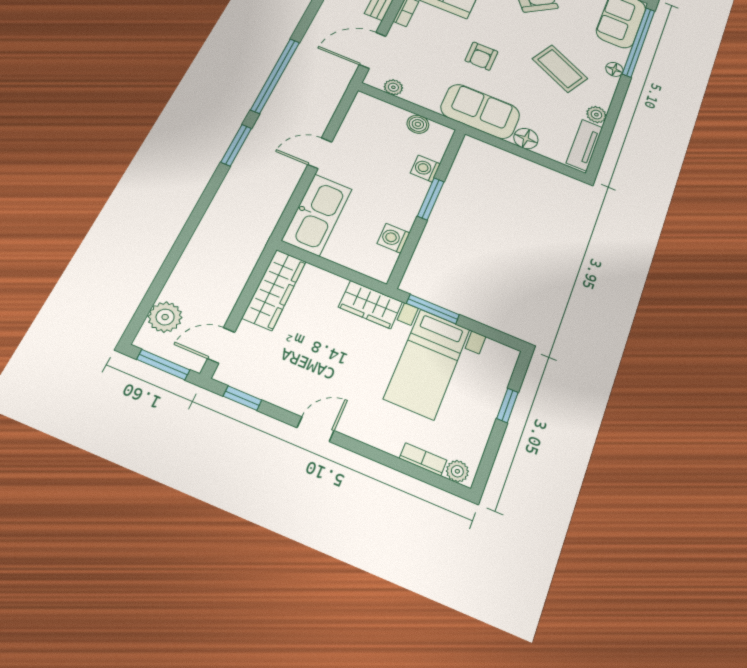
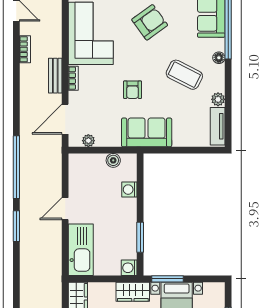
floor lamp: (526, 139) -> (181, 139), removed
window: (431, 199) -> (140, 237), moved
washing machine: (393, 238) -> (129, 268), moved

